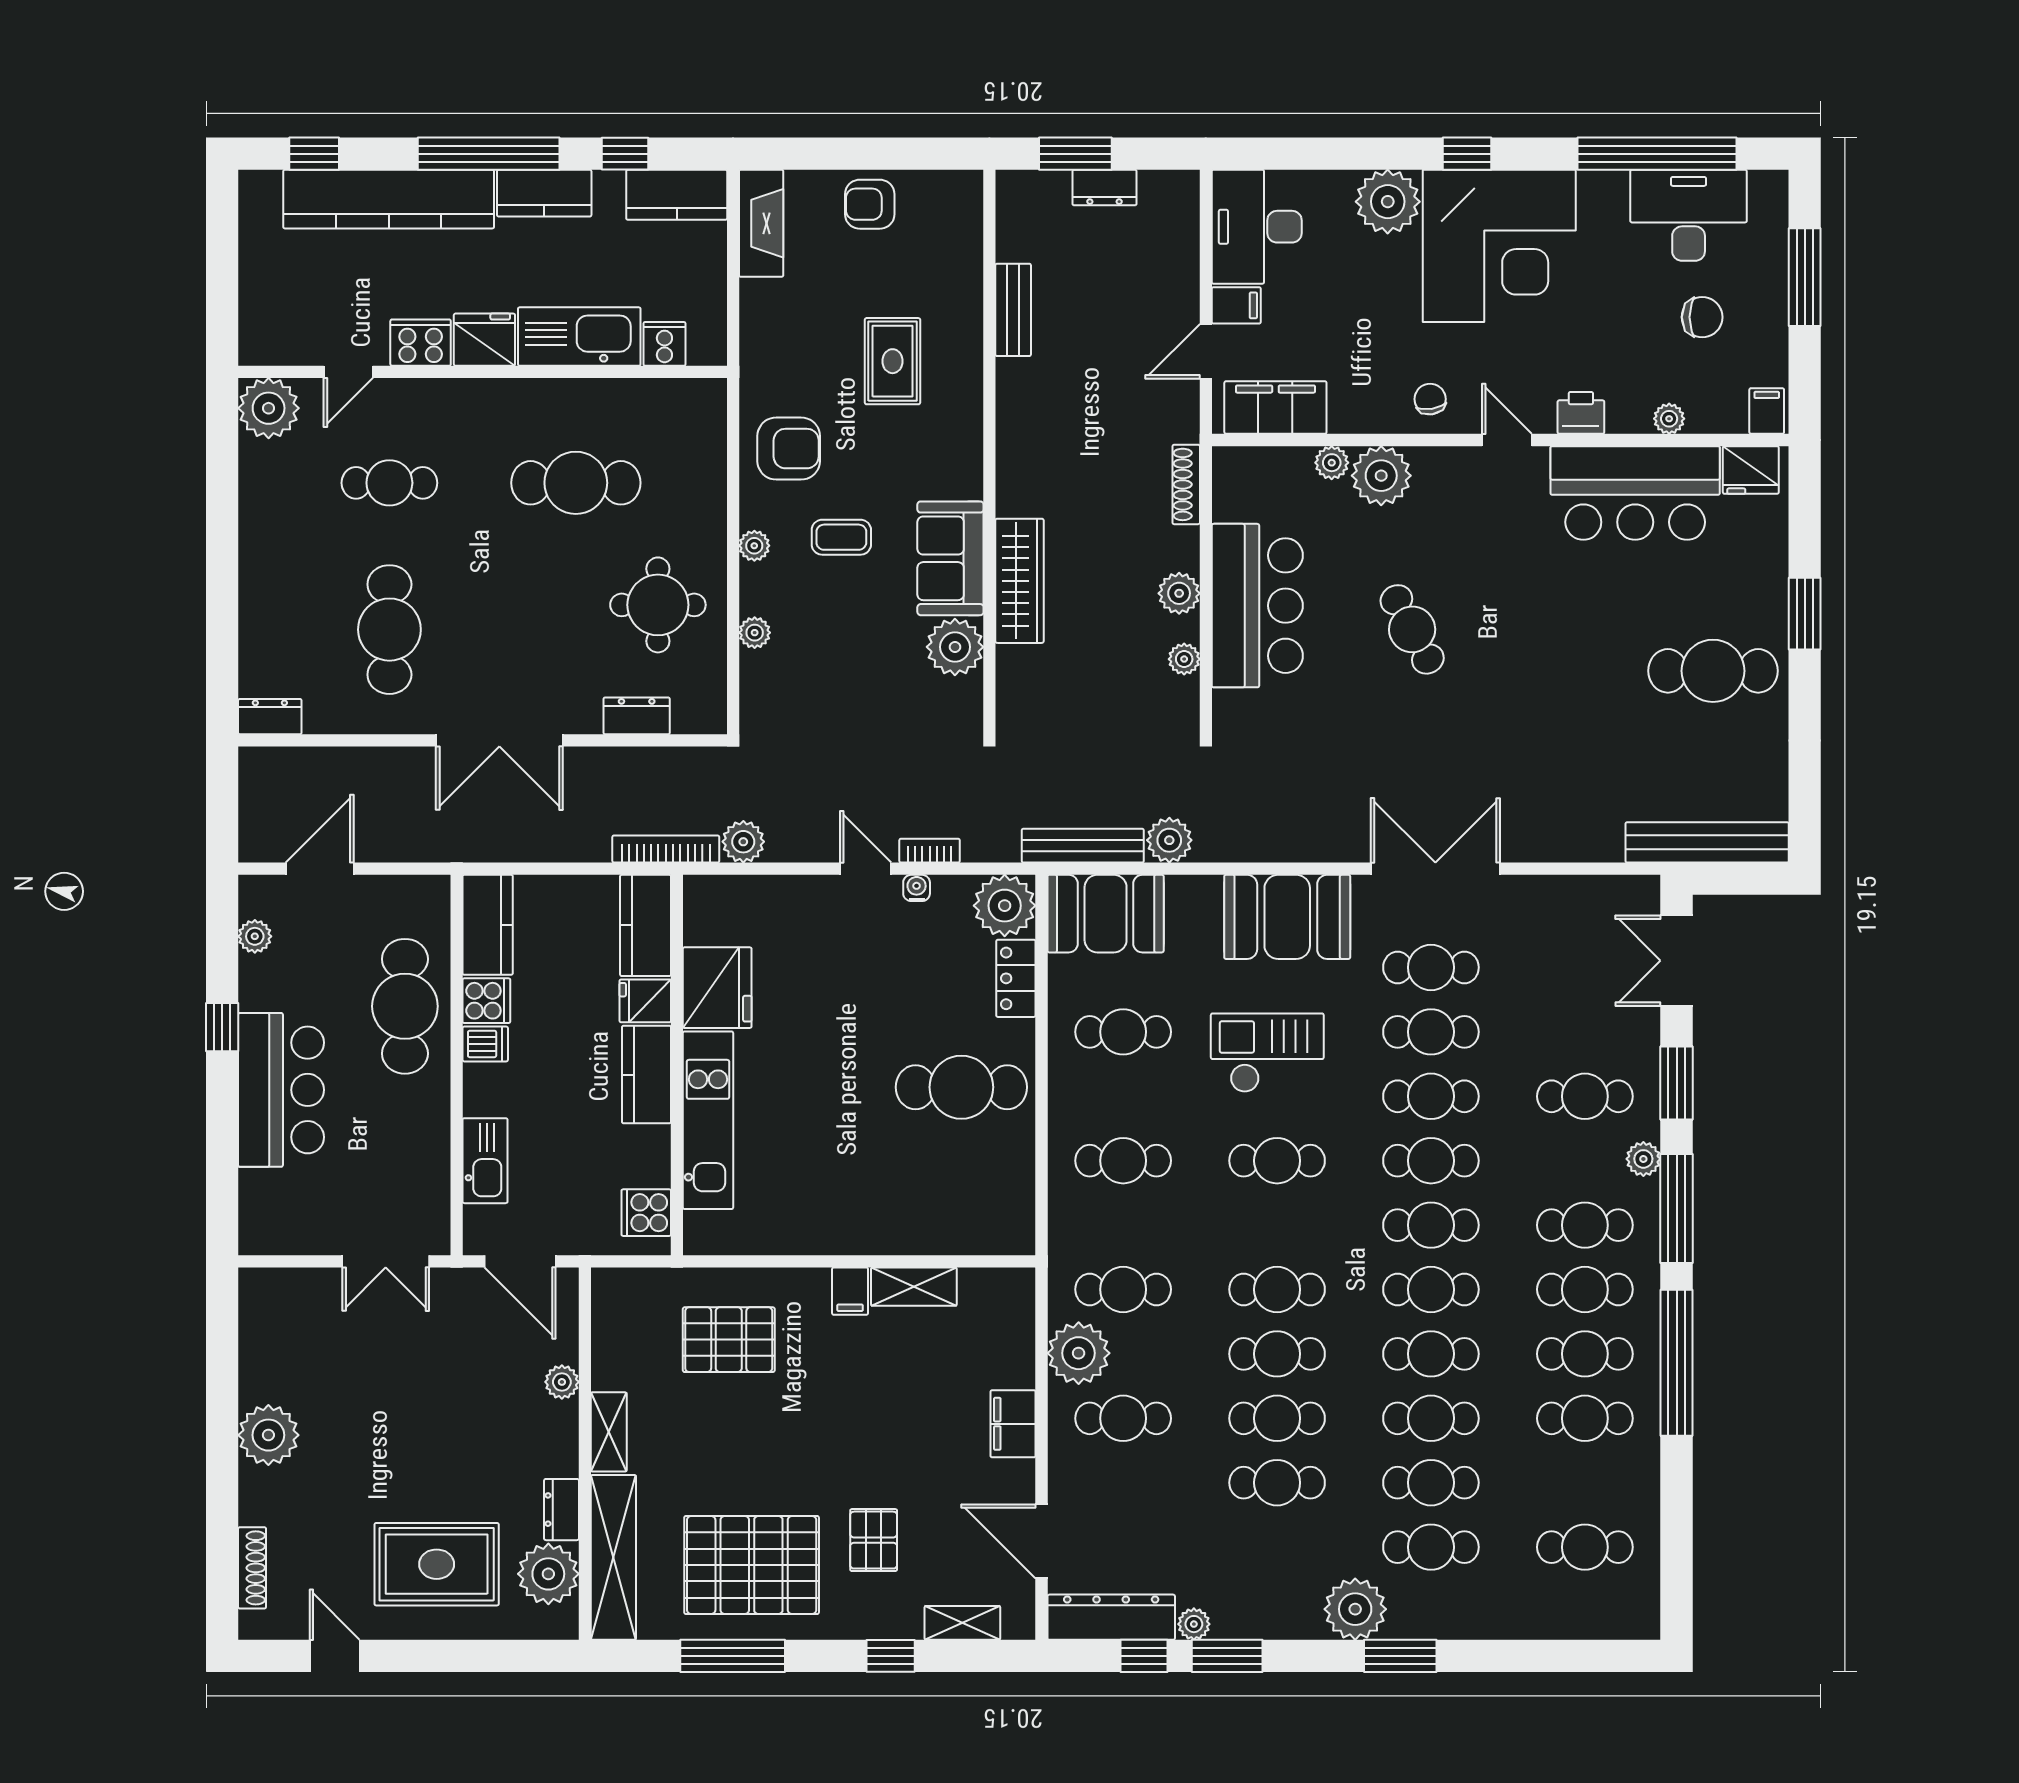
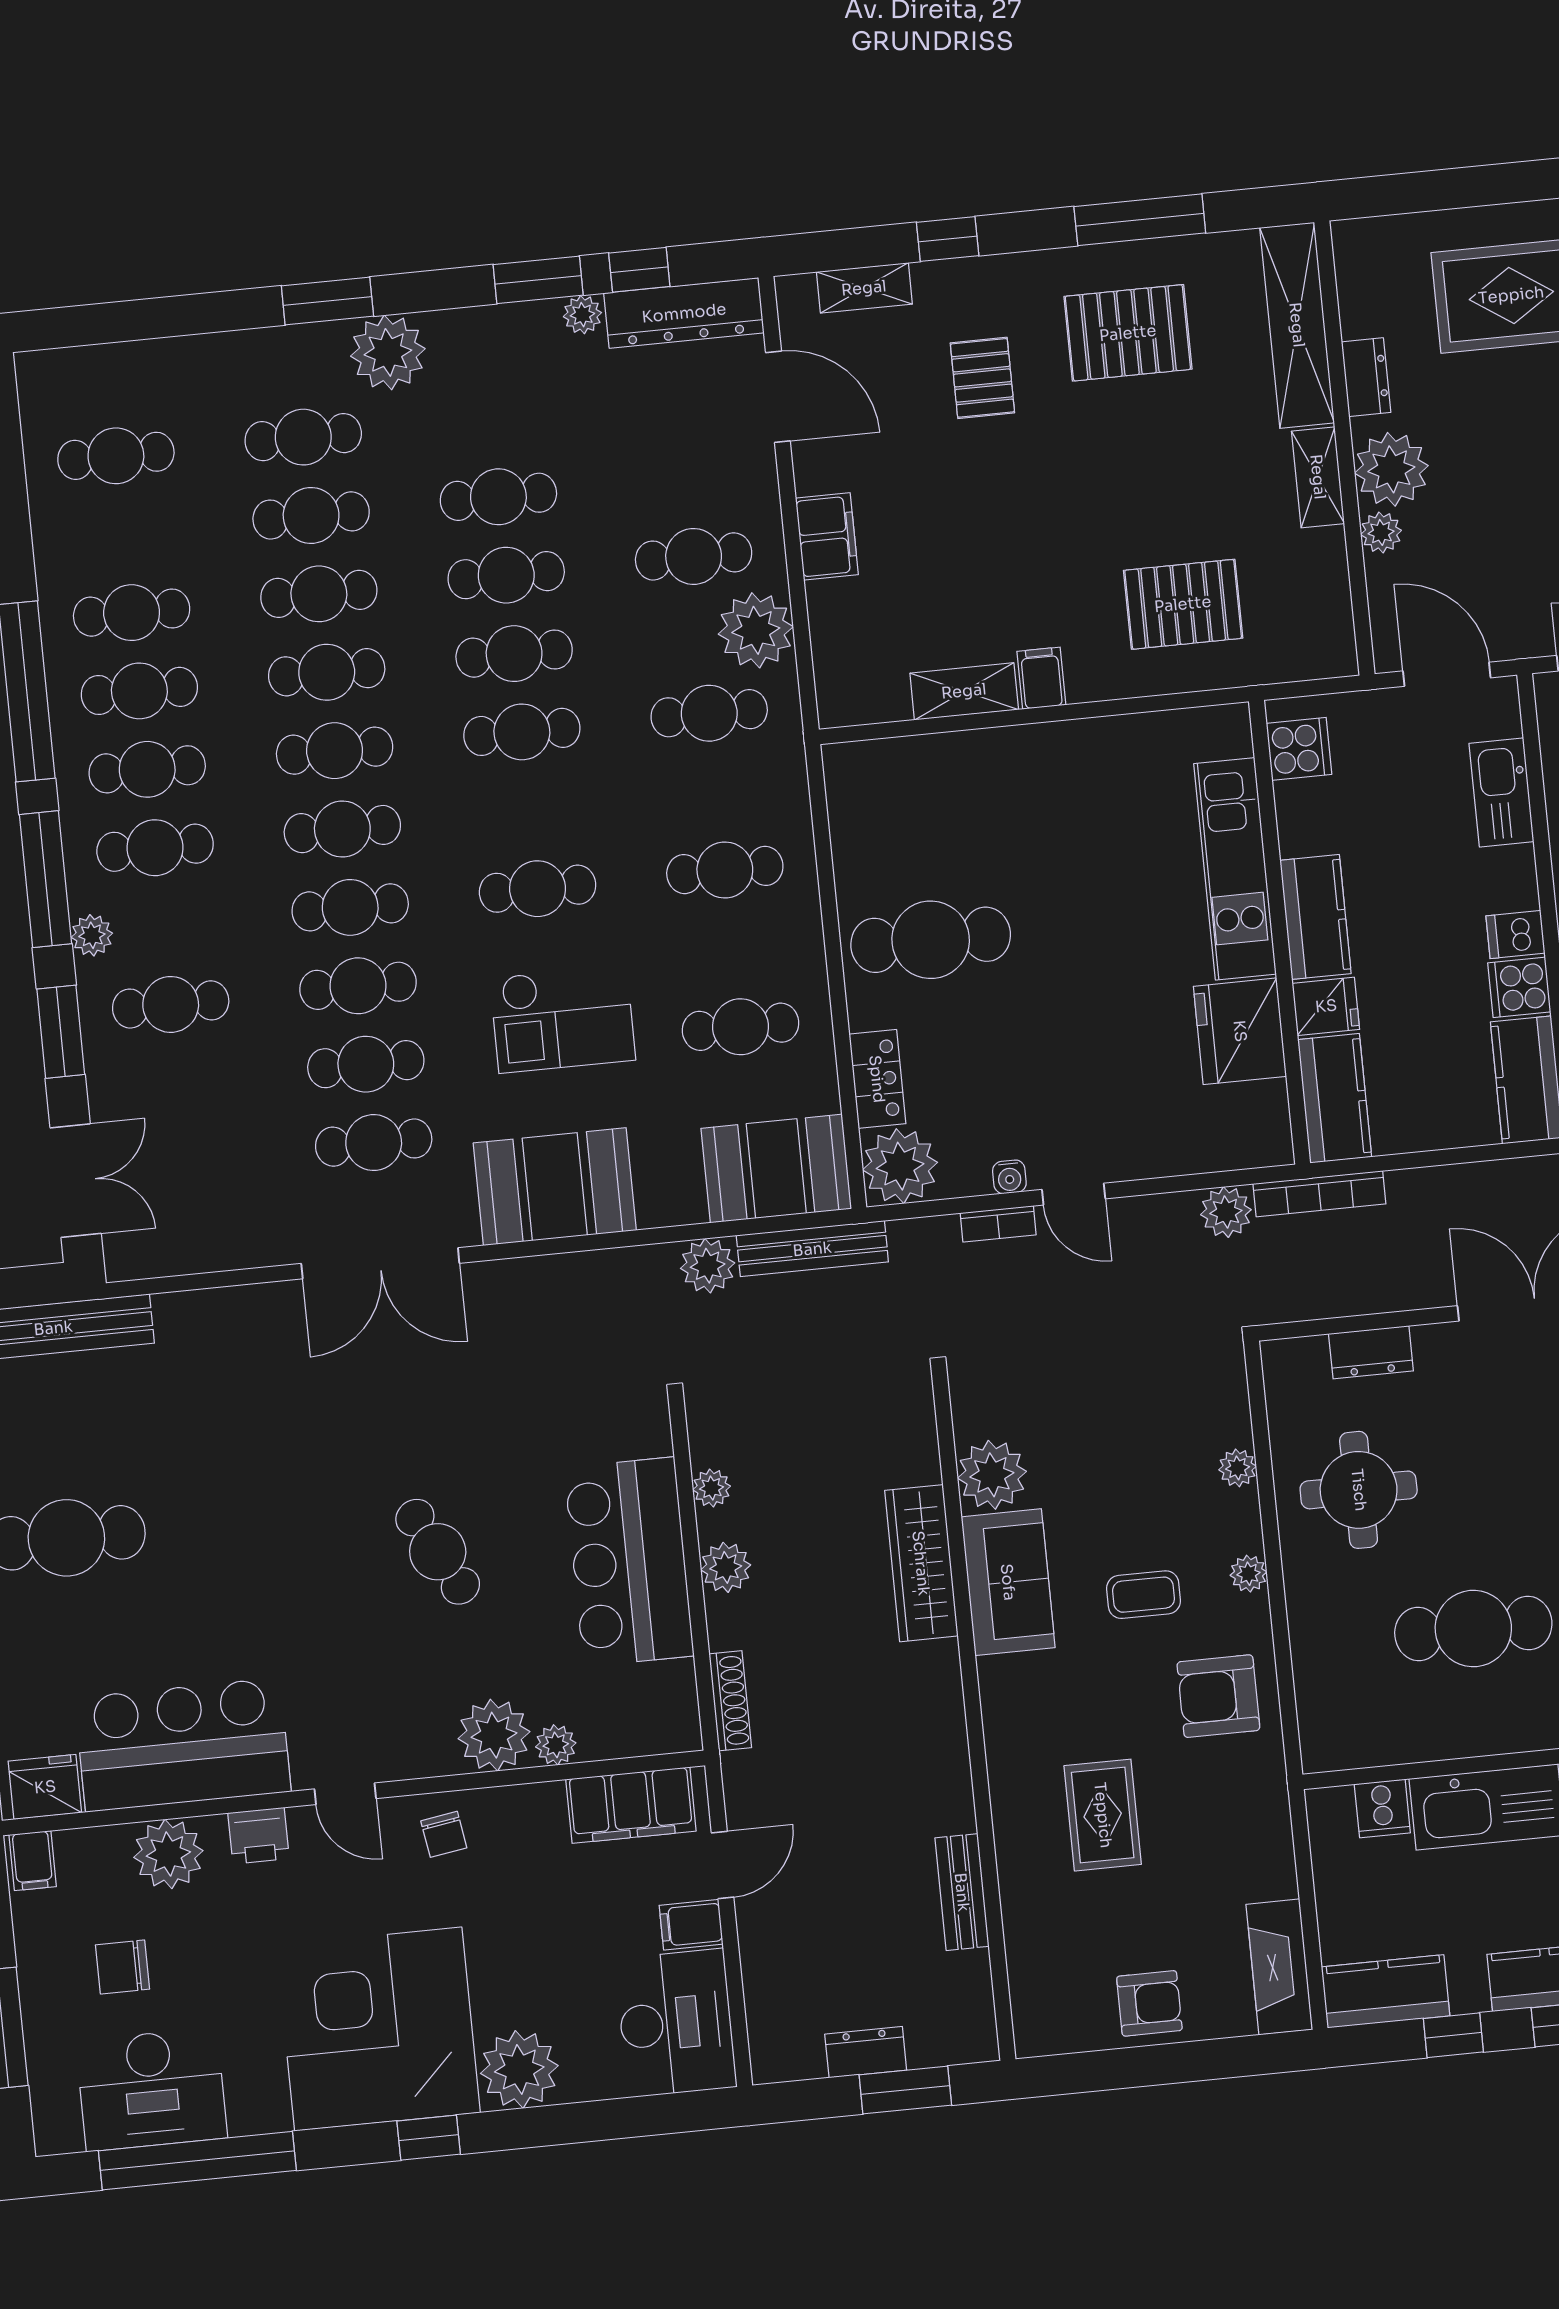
plant: (1669, 419) -> (168, 1854), width x1.88, depth x1.88
pallet: (752, 1565) -> (1128, 333), width x0.73, depth x0.71
plant: (548, 1574) -> (1391, 469), moved

